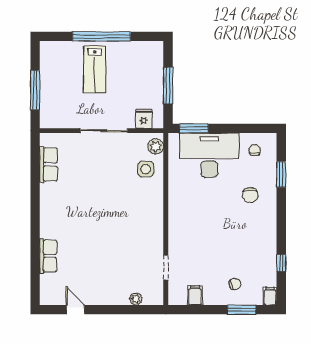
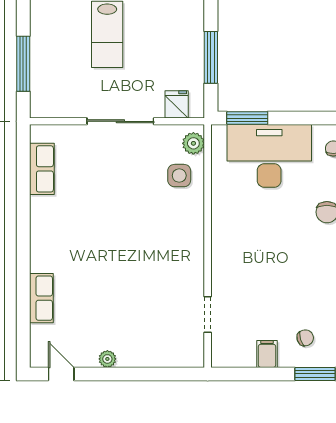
filing cabinet: (195, 295) -> (267, 354), moved
plant: (136, 299) -> (107, 359), moved
door: (75, 310) -> (61, 374), moved

